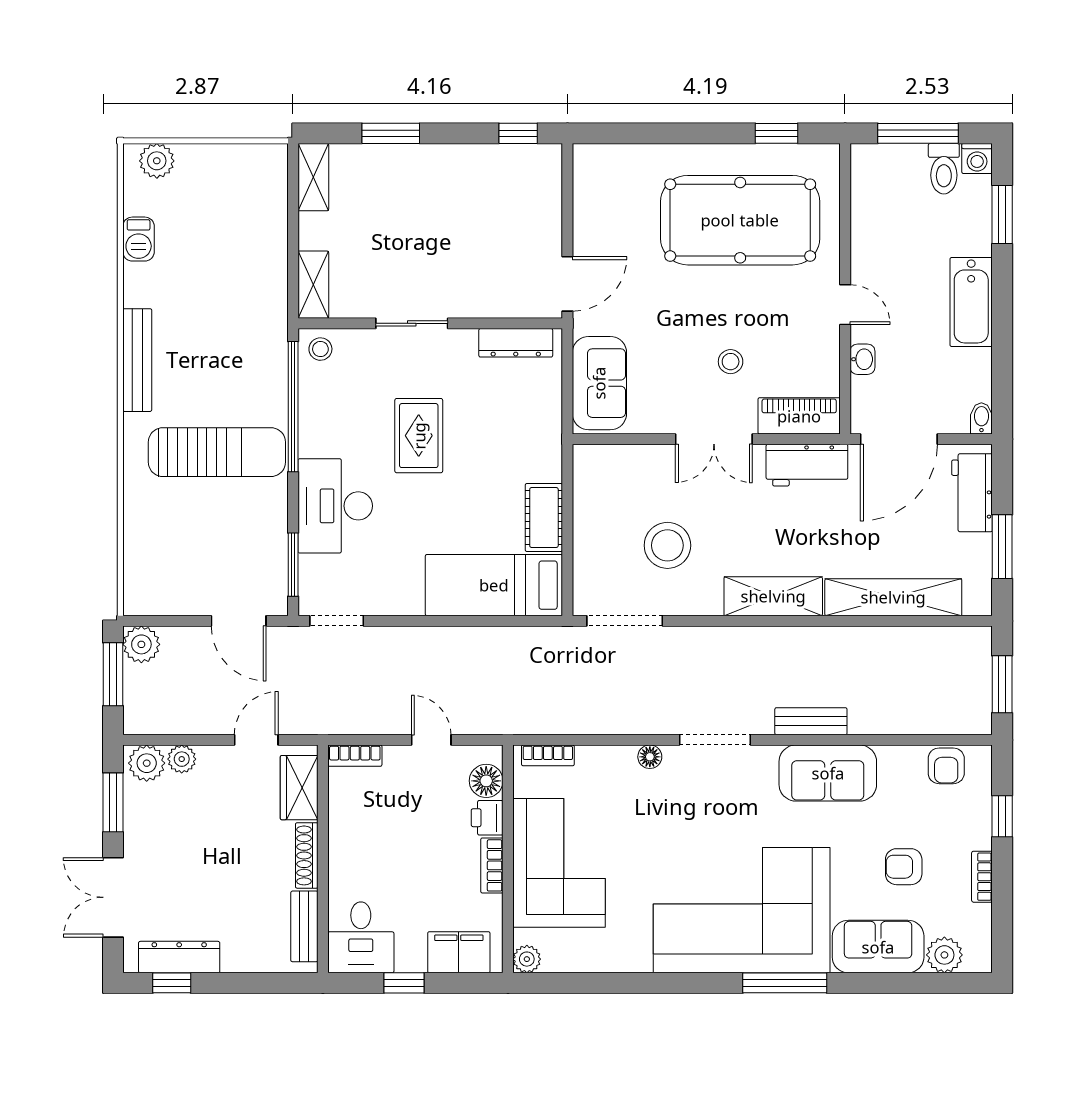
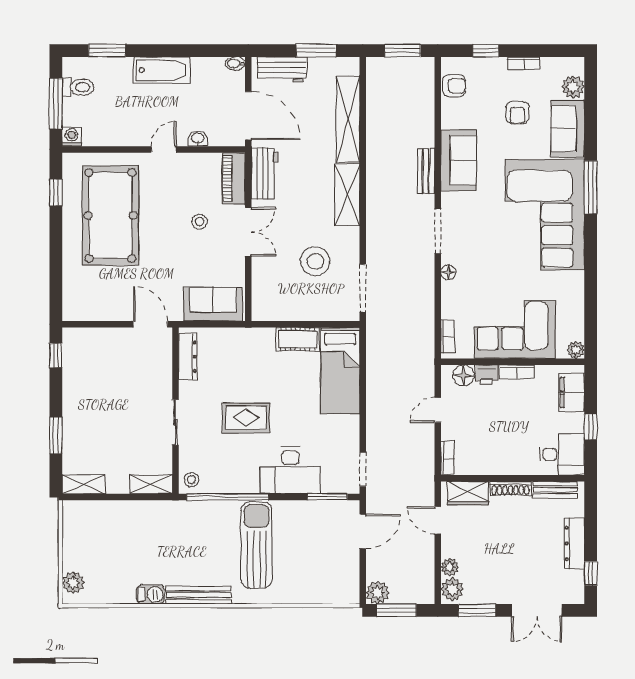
washing machine: (977, 158) -> (72, 137), moved, turned -90
barbecue: (139, 239) -> (151, 594), moved
dresser: (179, 957) -> (574, 543), moved

